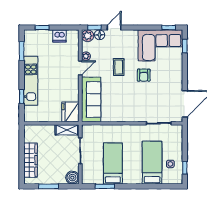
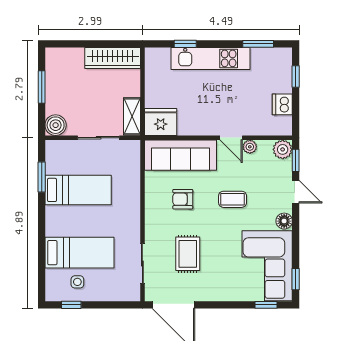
floor lamp: (100, 35) -> (284, 221), moved
armchair: (144, 75) -> (183, 199), moved
rug: (153, 95) -> (188, 254), added
wardrobe: (30, 160) -> (113, 58), moved

